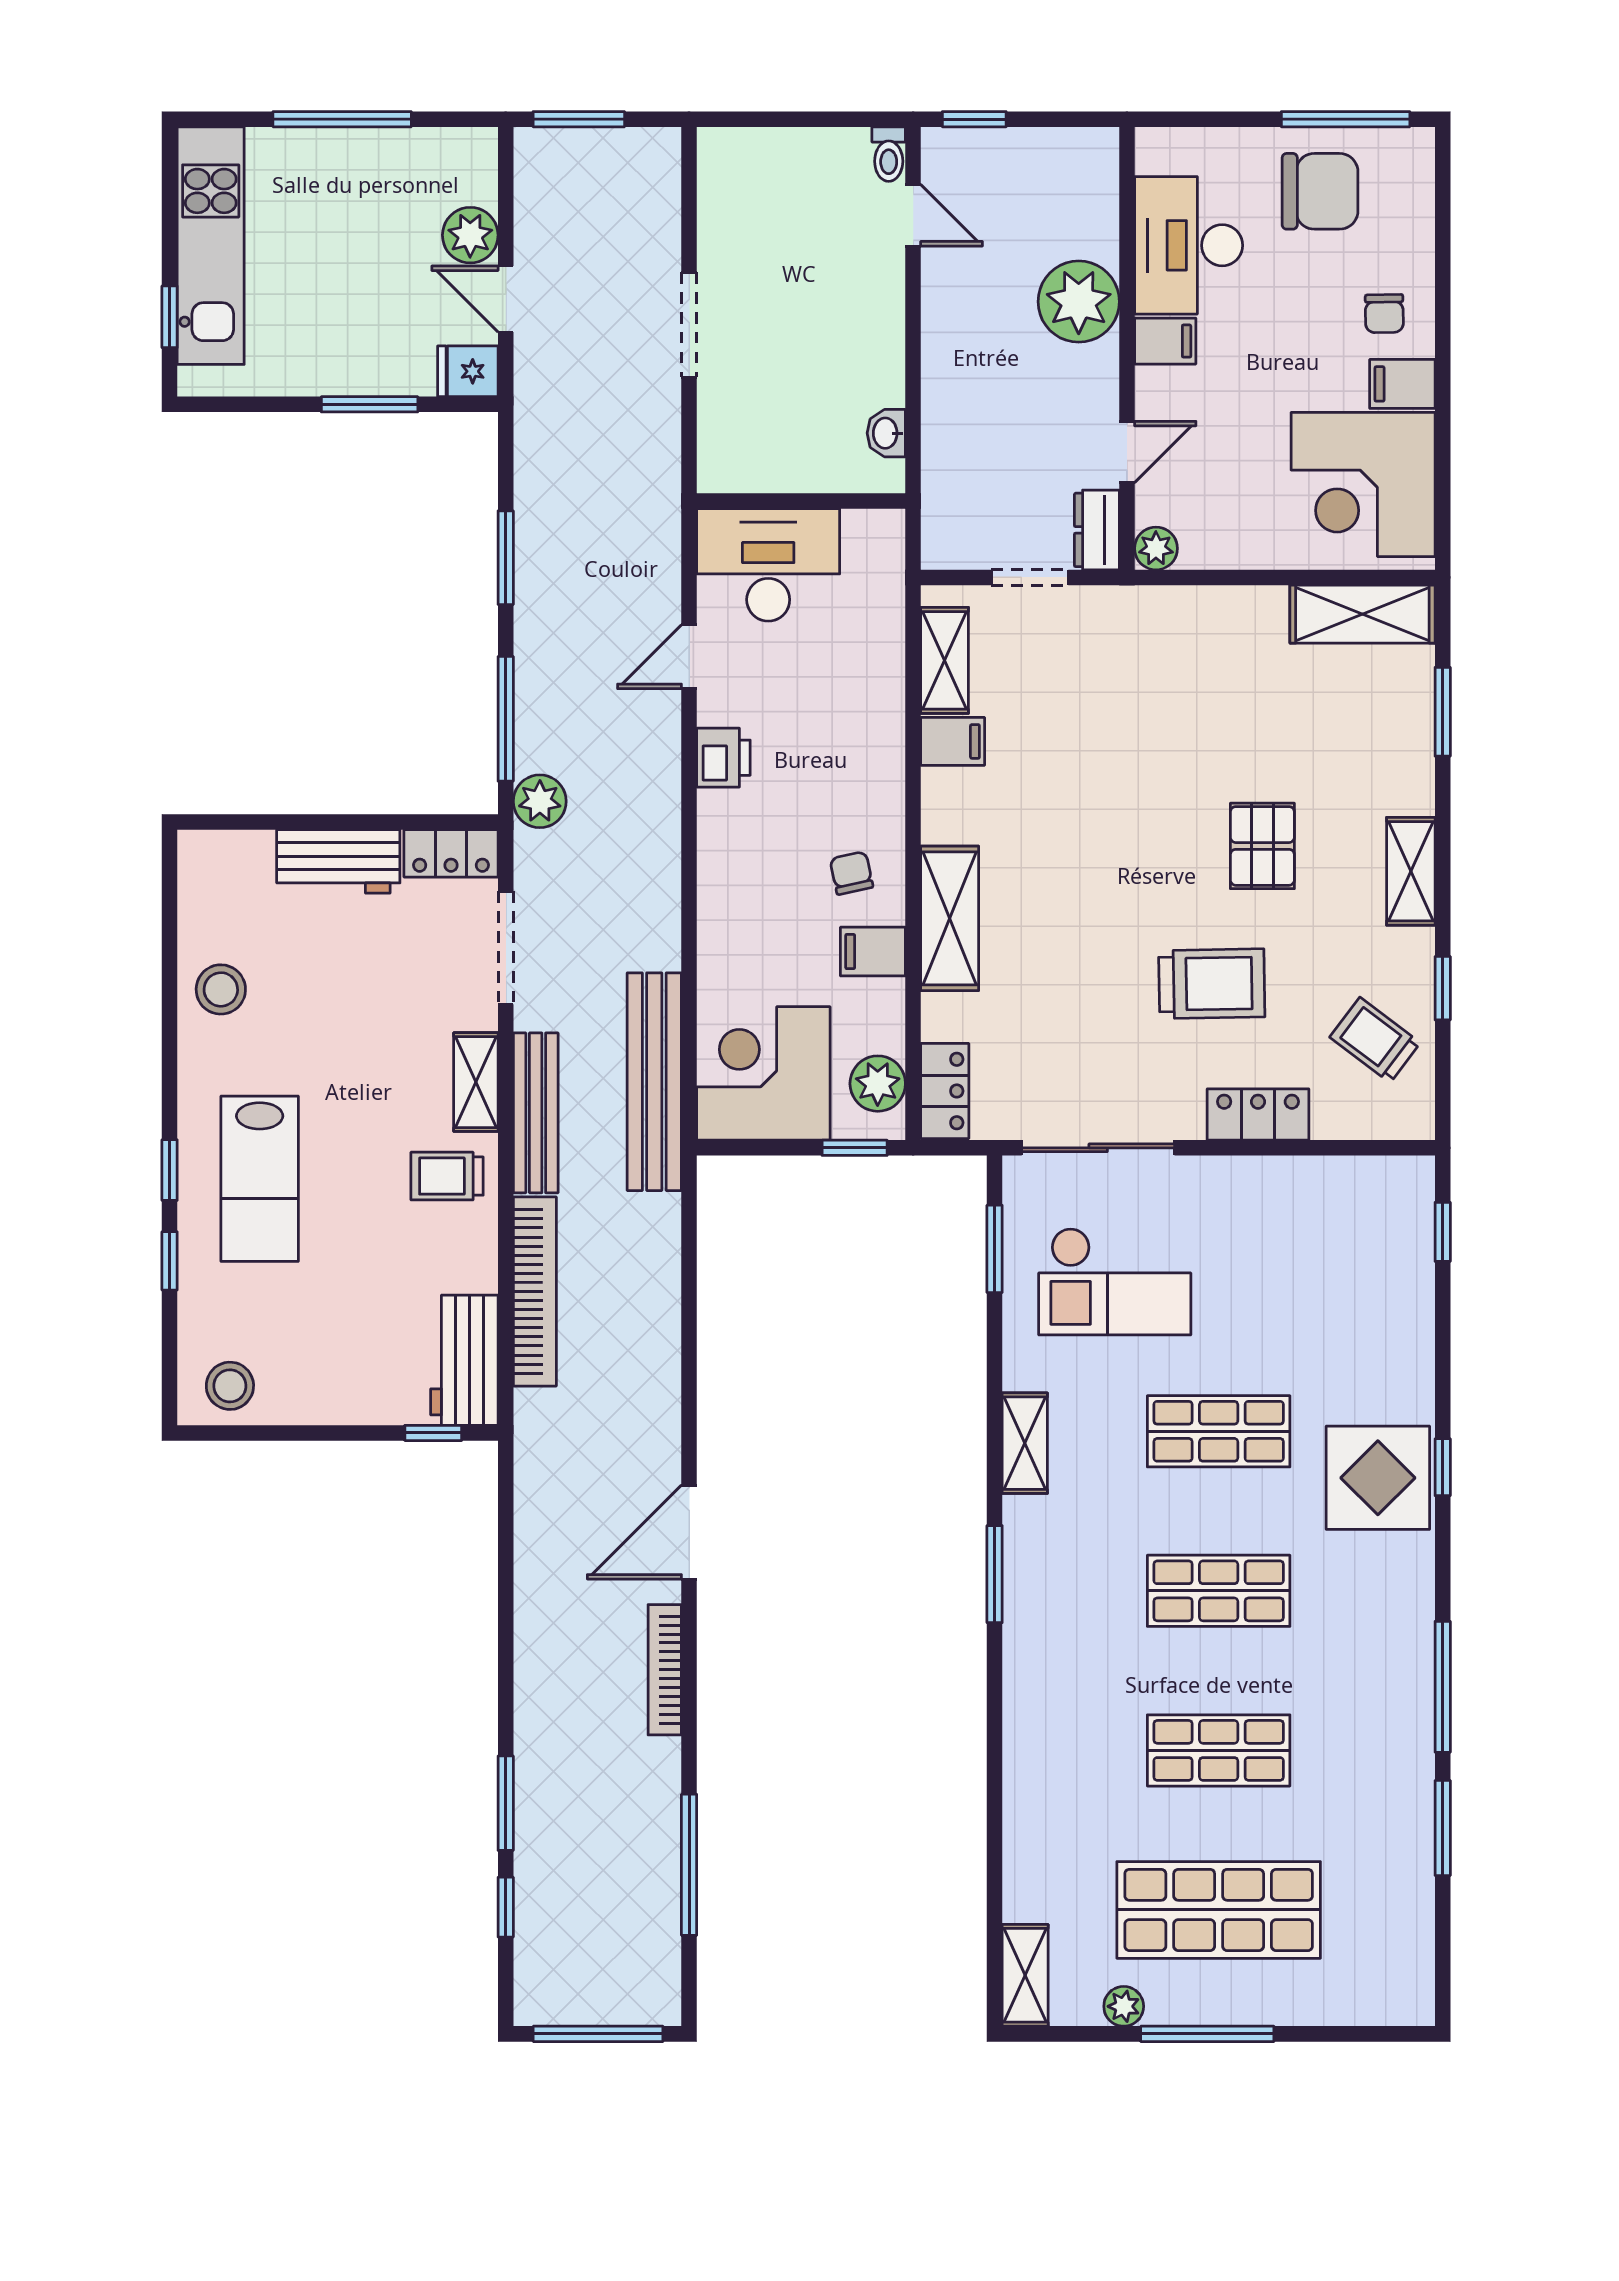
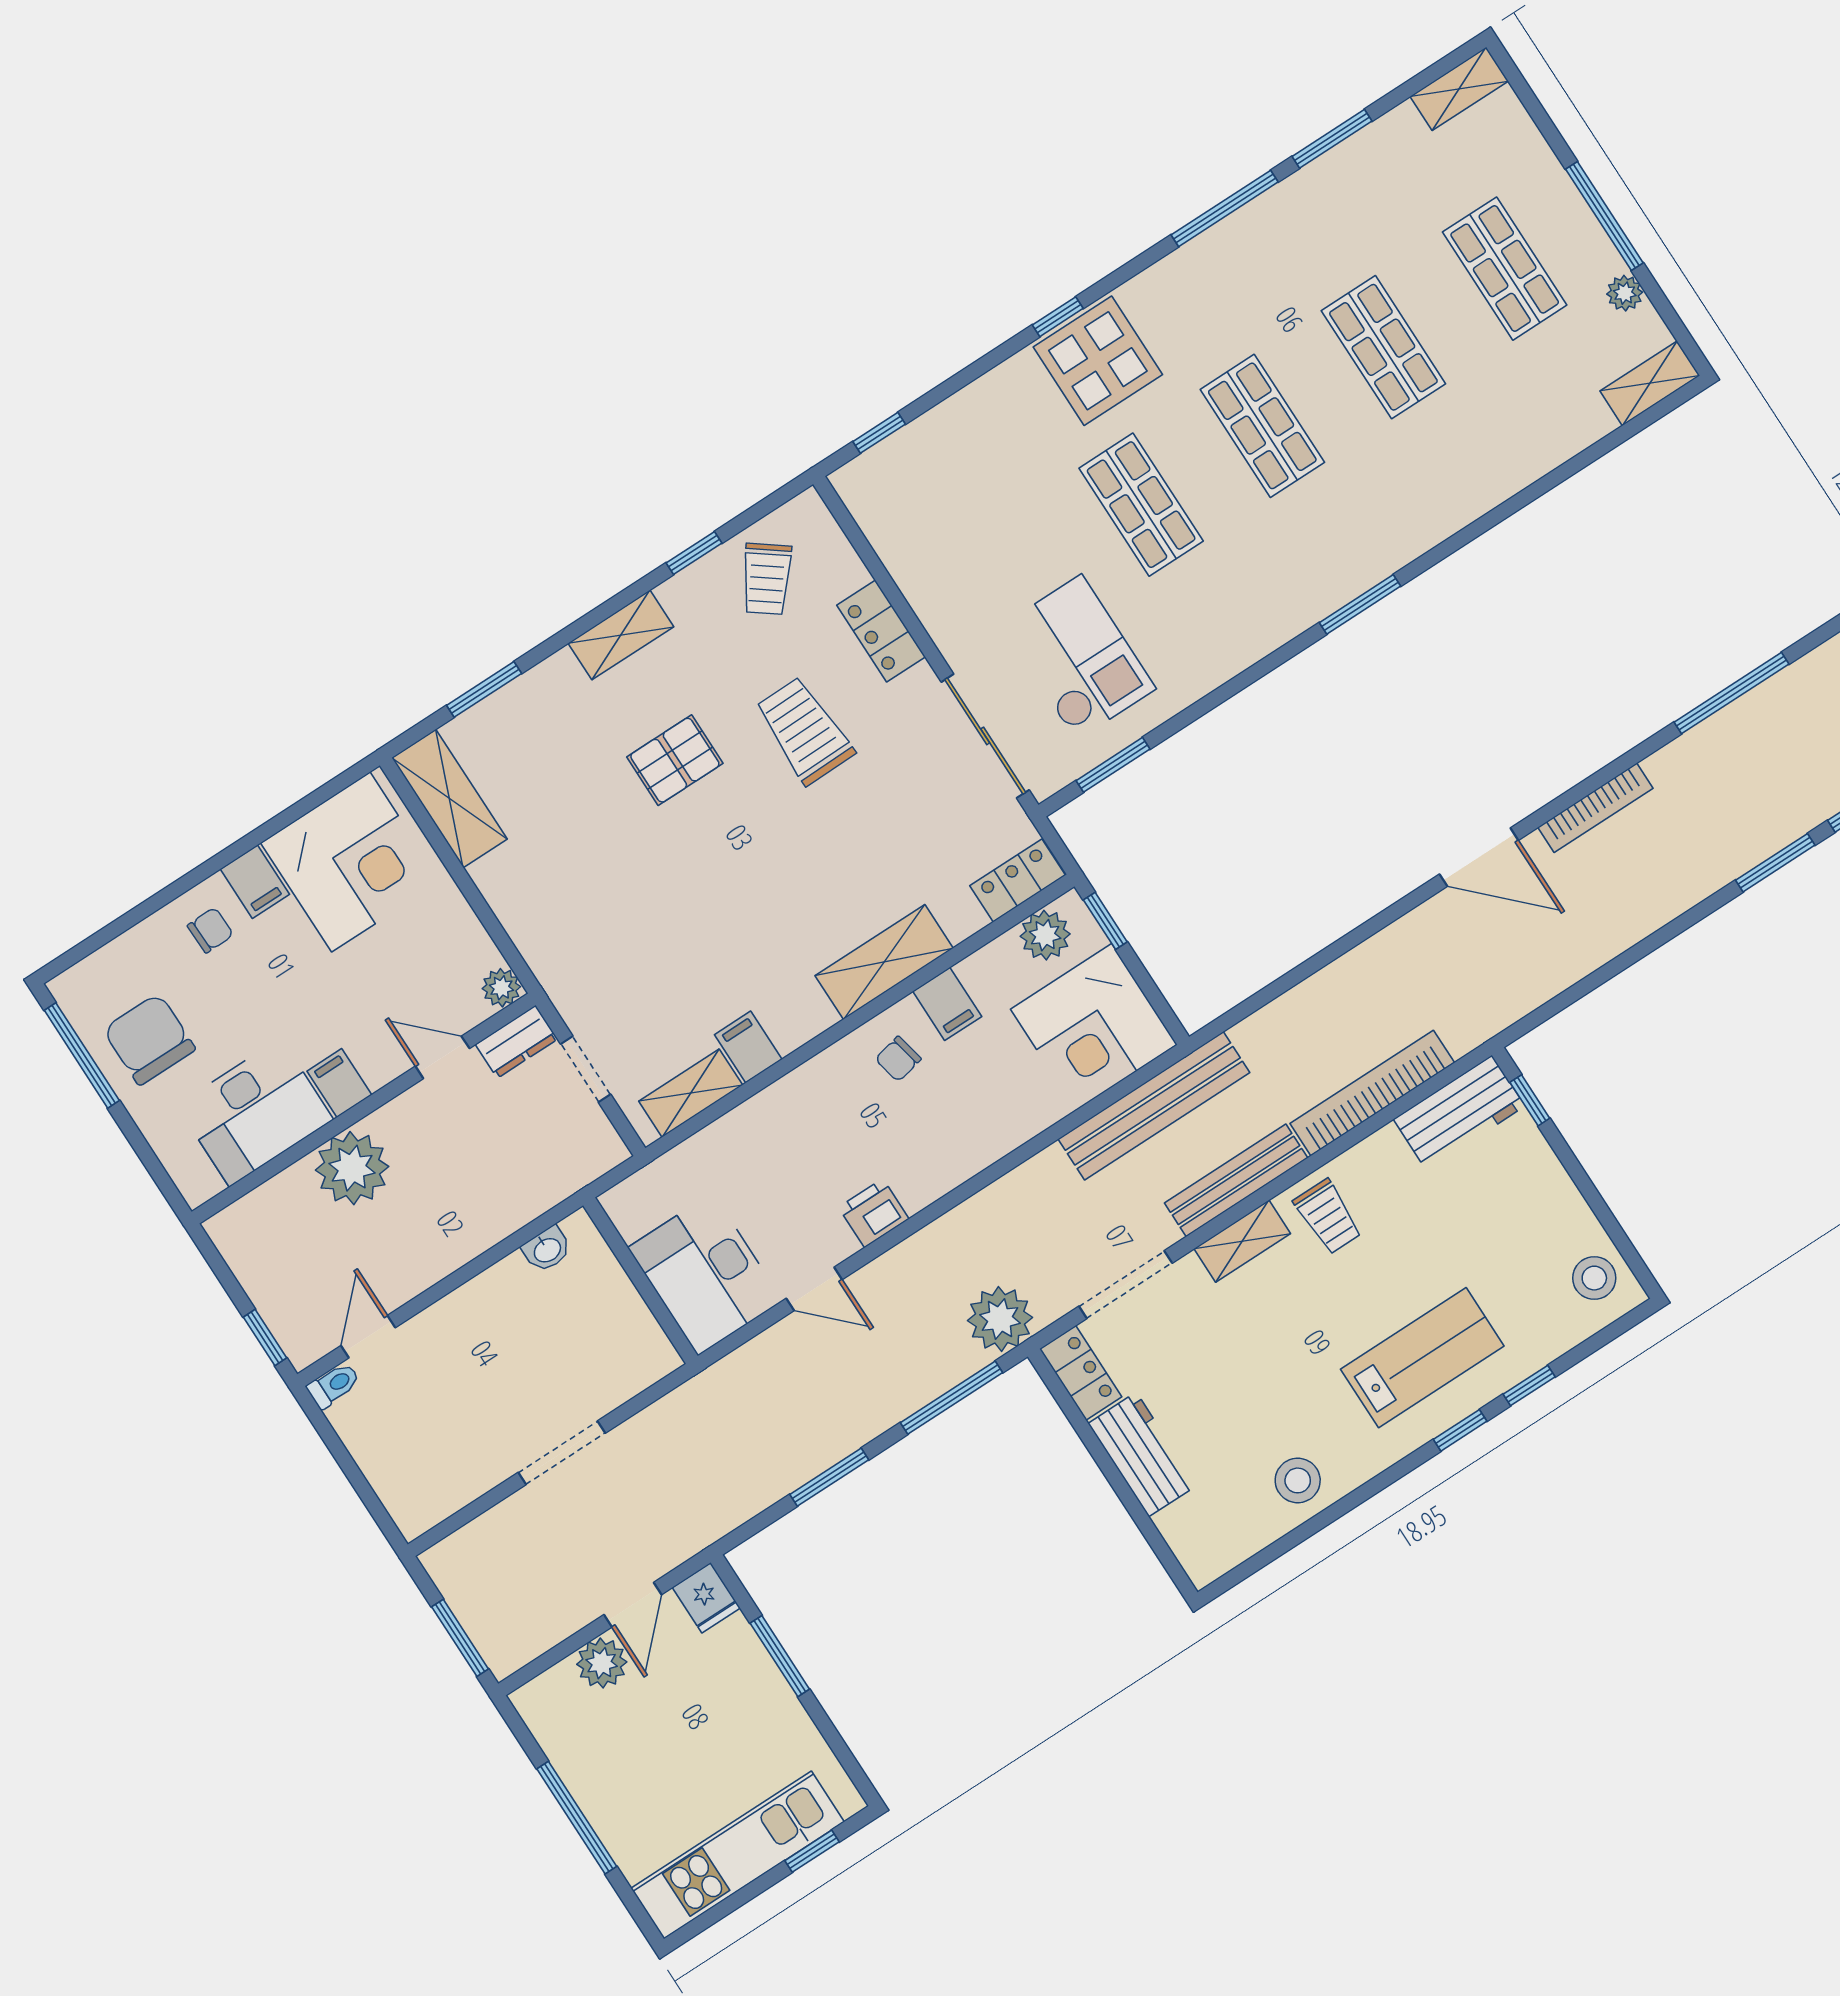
plant: (540, 801) -> (1000, 1319), width x1.36, depth x1.36
shelving: (1025, 1443) -> (1459, 89), moved
shop shelf: (1219, 1910) -> (1505, 269), width x0.70, depth x0.74

